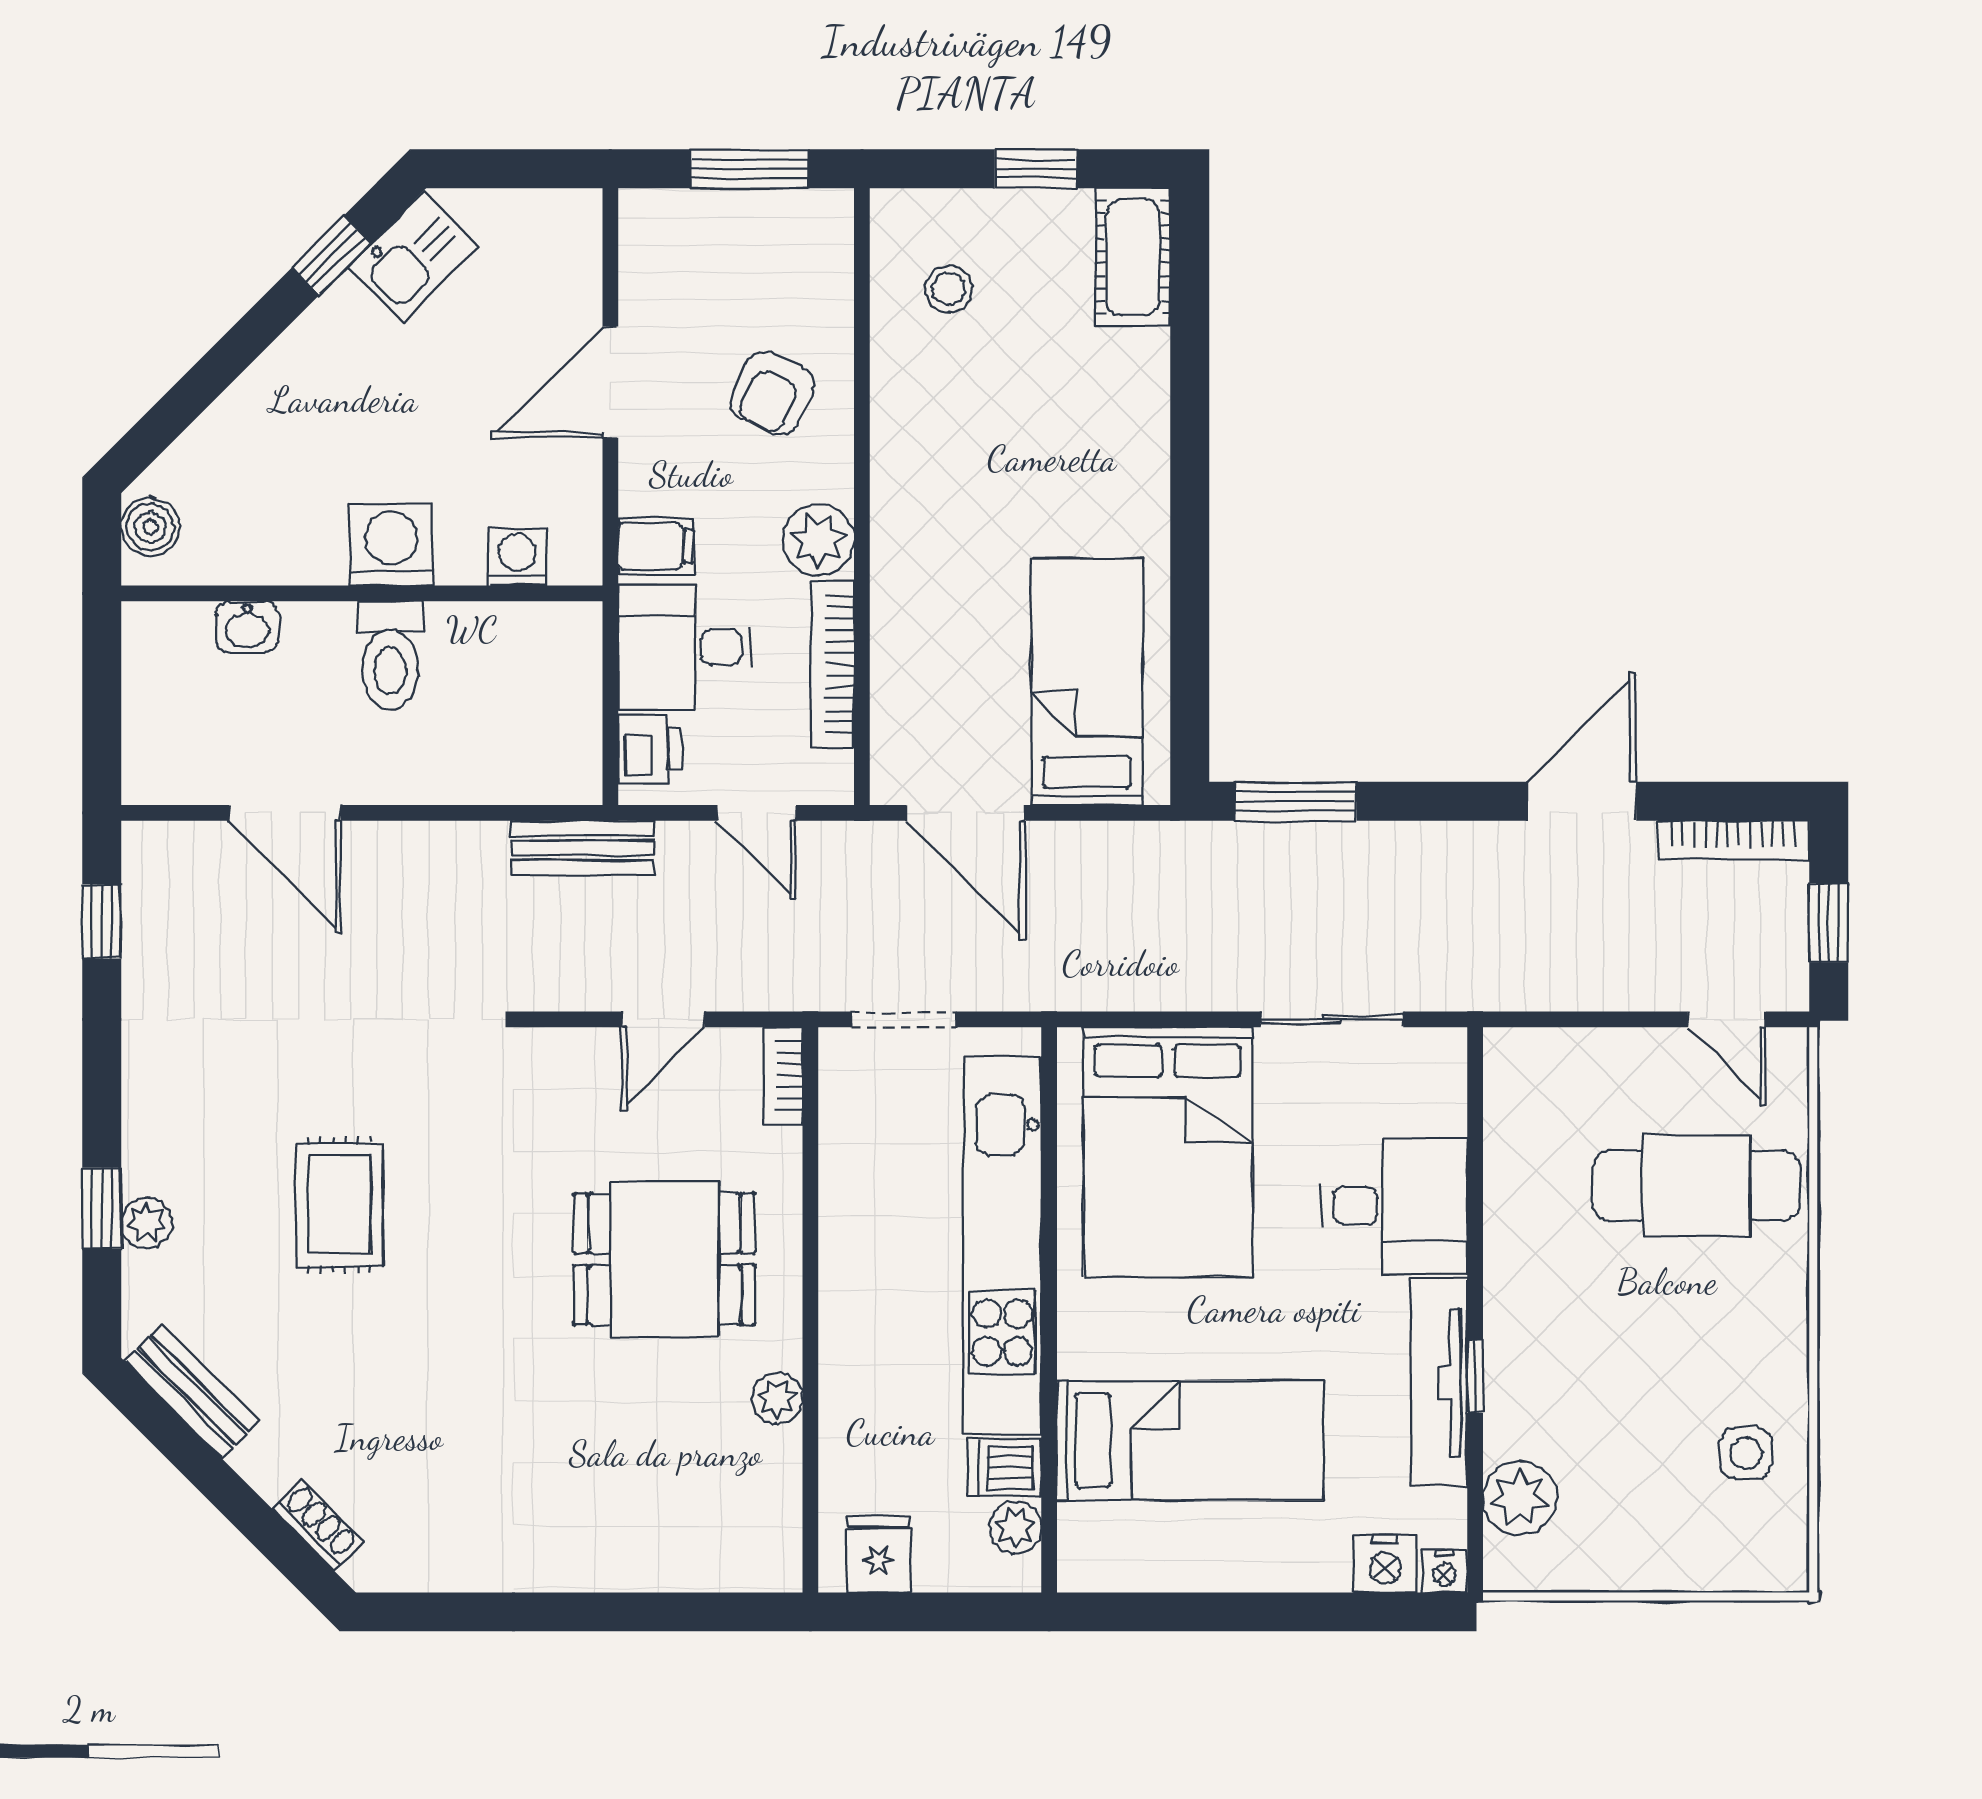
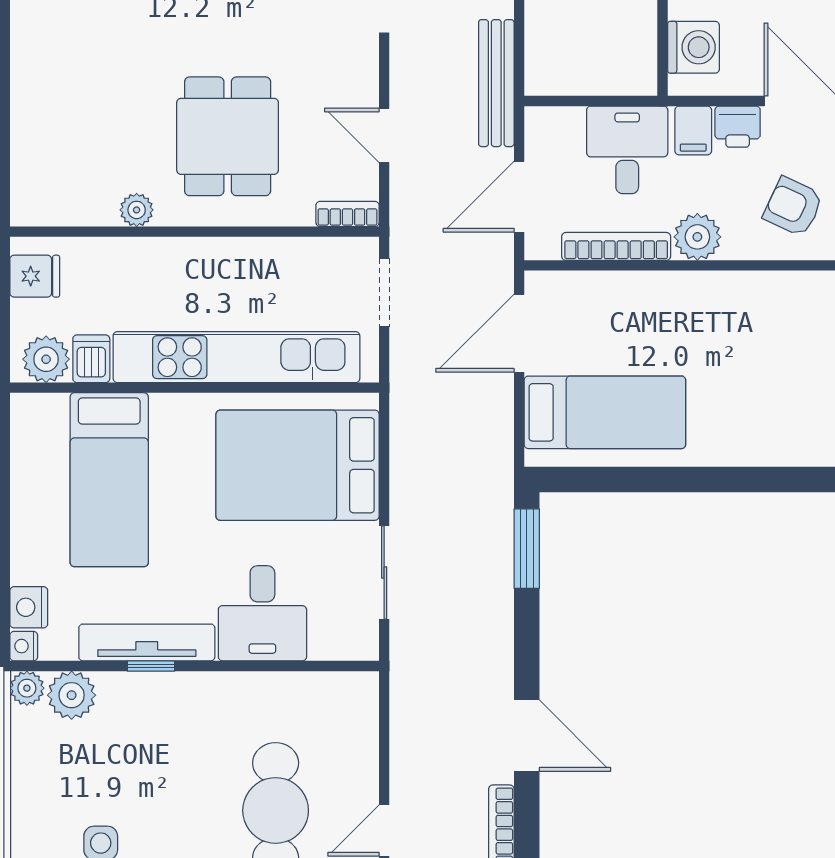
washing machine: (517, 557) -> (693, 47), width x1.38, depth x1.38
printer: (650, 749) -> (738, 127), moved
door: (757, 813) -> (519, 197), width x1.37
bench: (583, 848) -> (496, 83), width x1.36
plant: (1015, 1527) -> (46, 359), width x1.38, depth x1.38
plant: (1509, 1566) -> (27, 688), added

